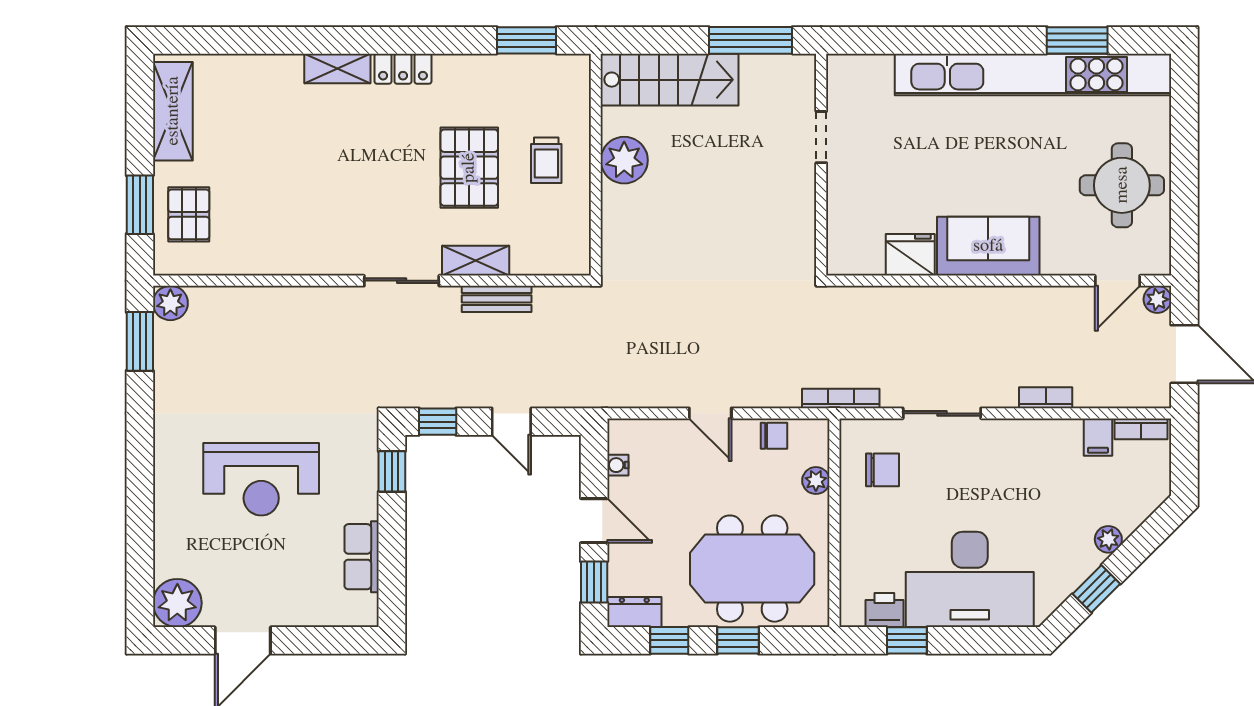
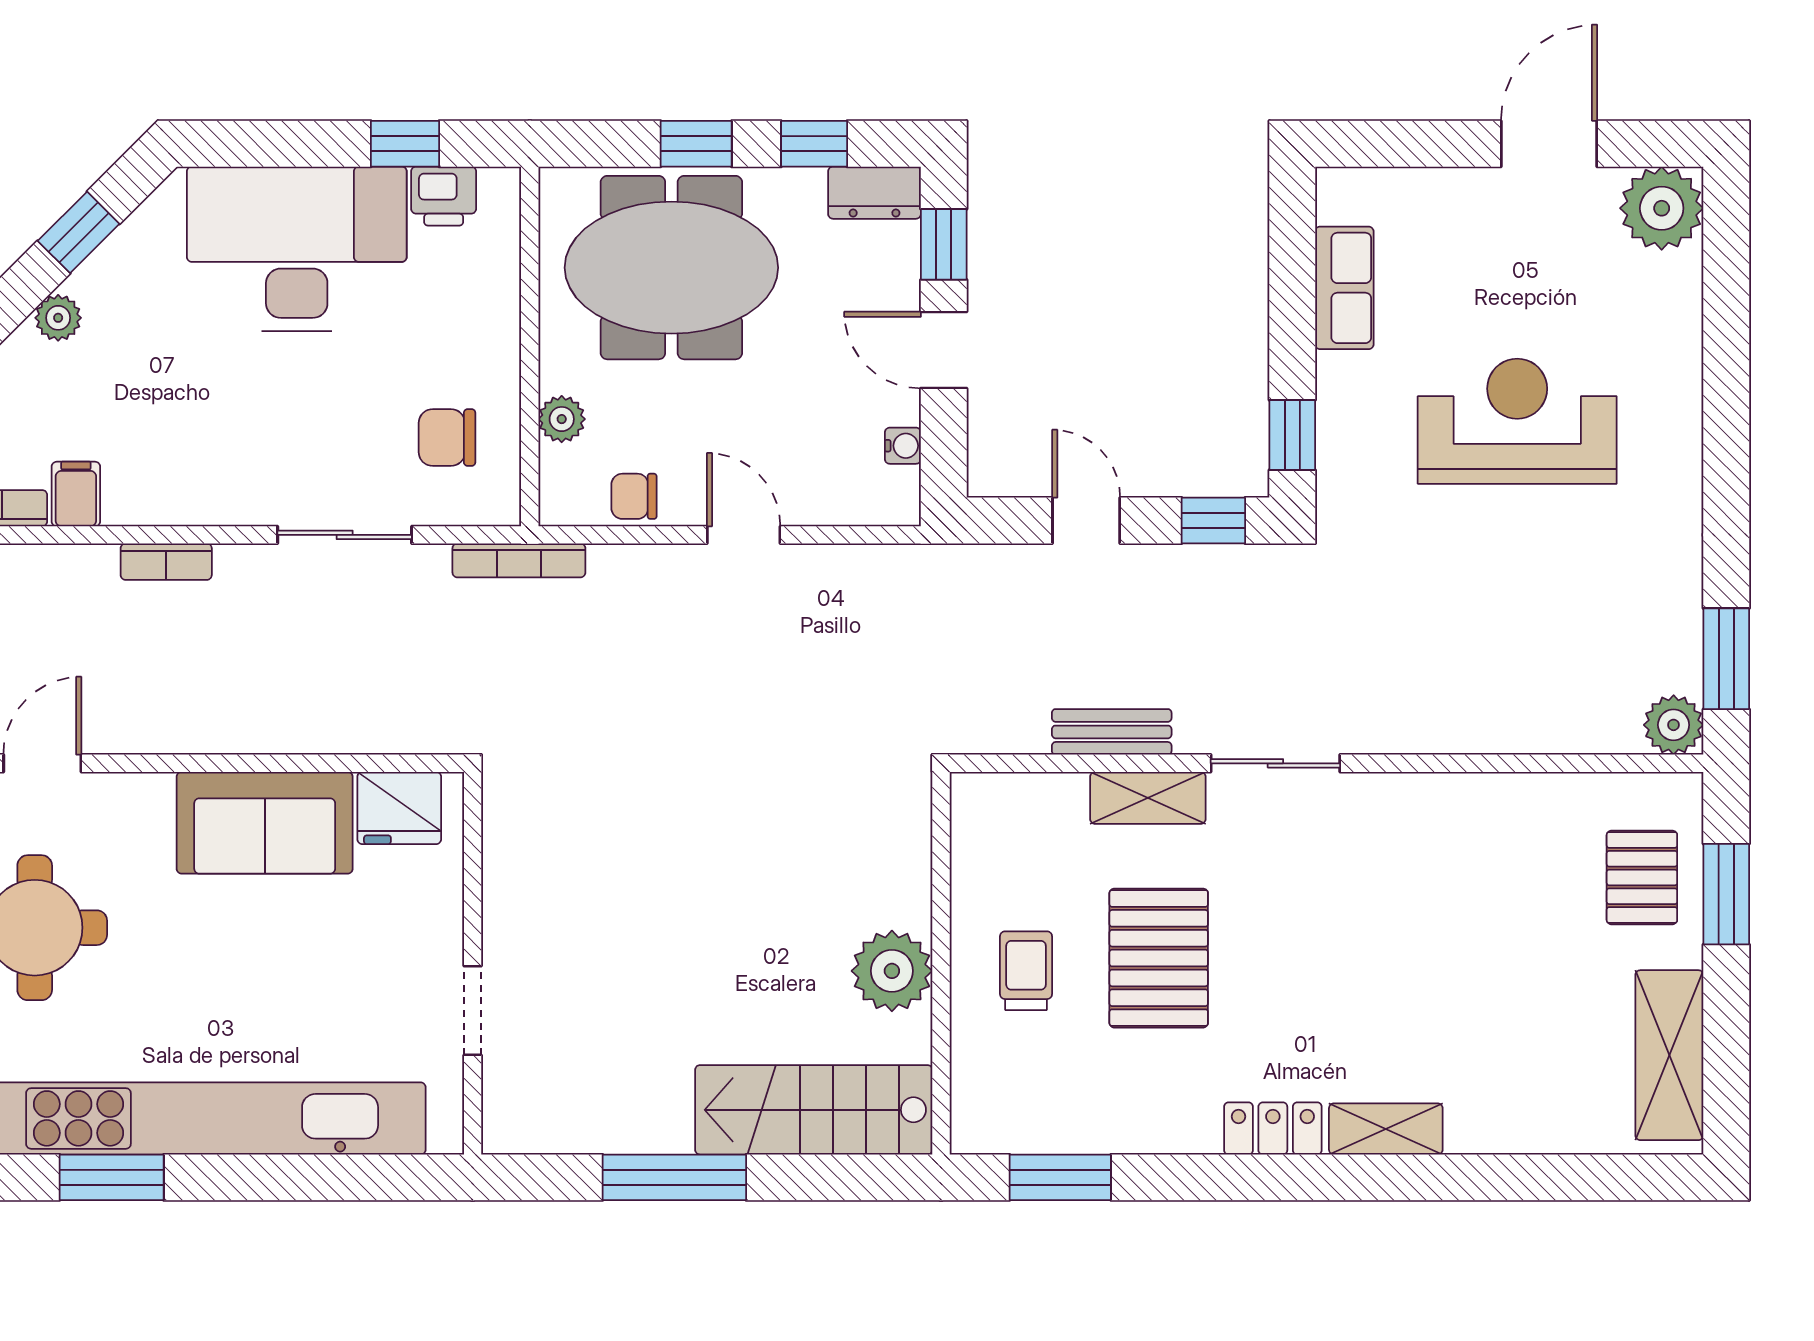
doorway: (821, 137) -> (473, 1011), moved
wall: (821, 165) -> (473, 963), moved

